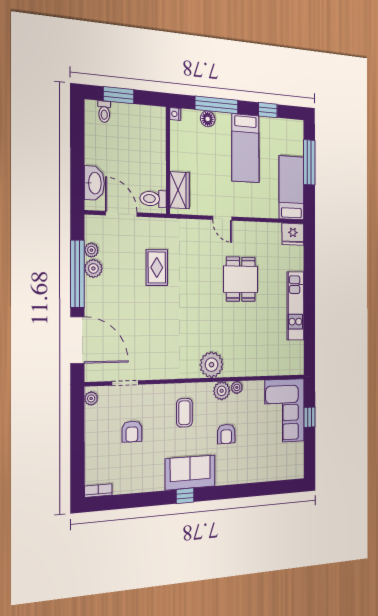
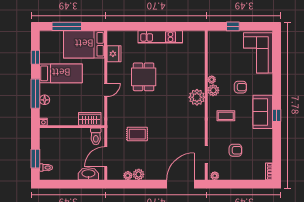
bed: (291, 188) -> (84, 44), width x1.50
fridge: (293, 234) -> (114, 54), moved
window: (77, 274) -> (142, 184), removed
dining table: (241, 279) -> (144, 77), turned 90
corner sofa: (285, 411) -> (258, 53), moved, turned 90

